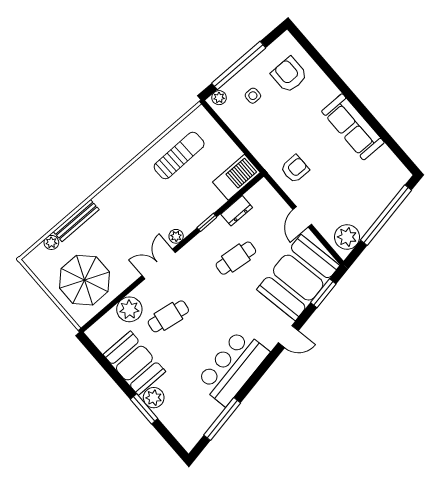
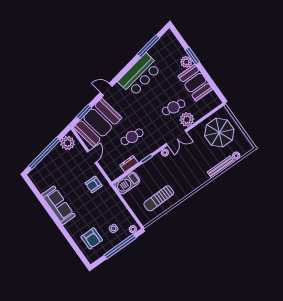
plant: (129, 309) -> (187, 120), moved

